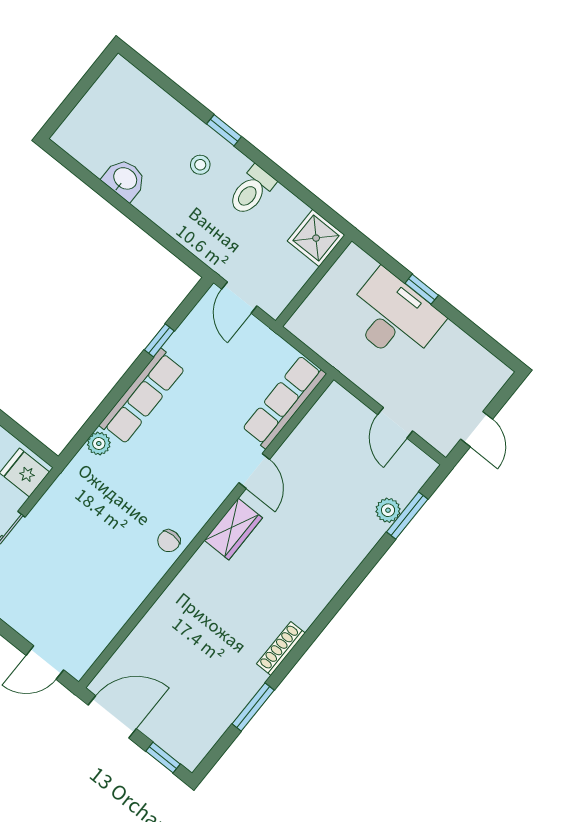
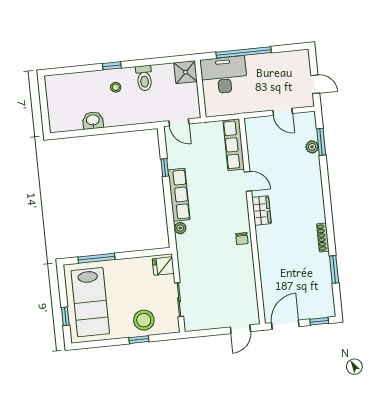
window: (422, 289) -> (244, 52), width x3.17
desk: (393, 317) -> (224, 75), moved

